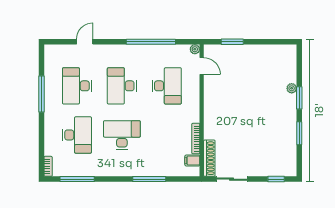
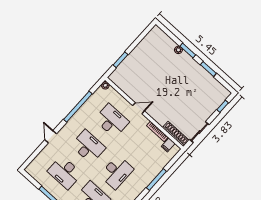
door: (85, 42) -> (51, 137), moved
door: (202, 66) -> (139, 108), moved
desk: (122, 86) -> (88, 147), turned 180
desk: (122, 135) -> (117, 172), turned 180

